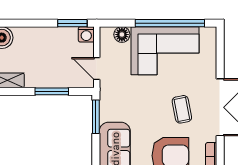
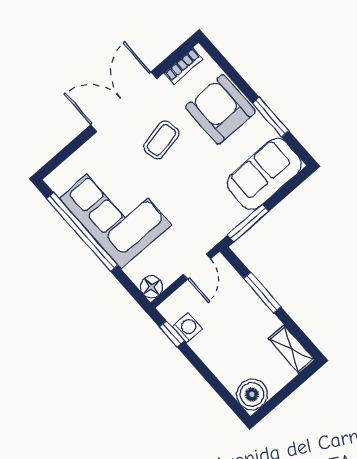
window: (72, 23) -> (172, 334), width x0.67
washing machine: (86, 34) -> (187, 328), moved
floor lamp: (122, 35) -> (152, 287), moved

